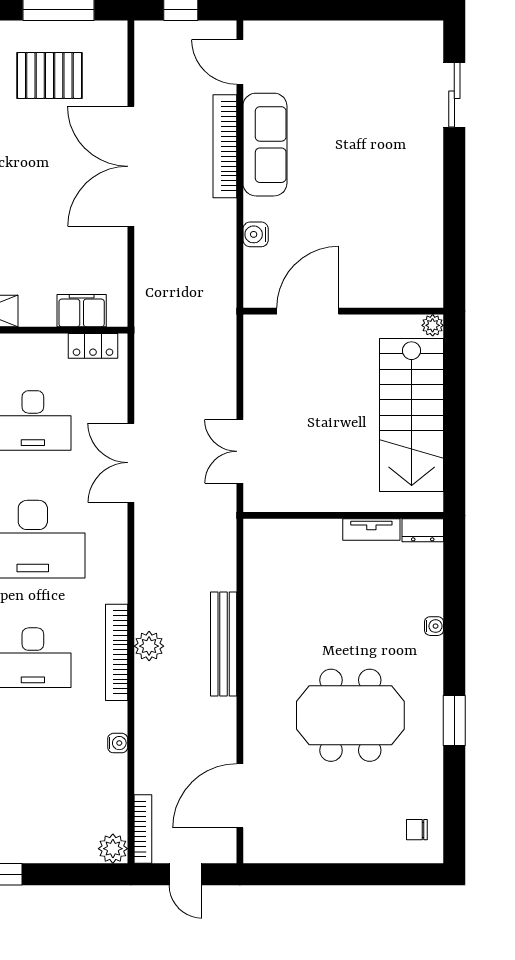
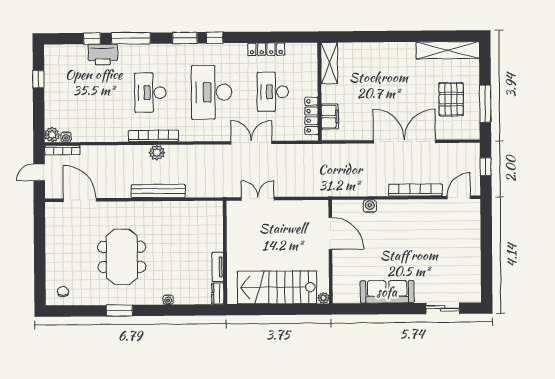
sofa: (265, 145) -> (387, 292), moved, turned 180
locker: (93, 346) -> (312, 116), width x1.53
water cooler: (118, 743) -> (66, 137), moved

